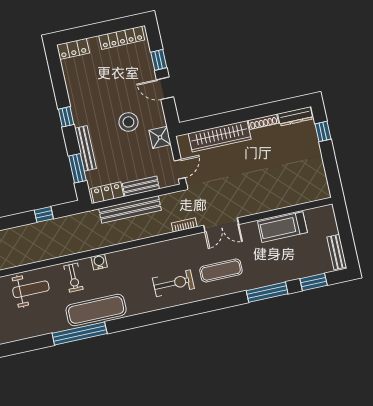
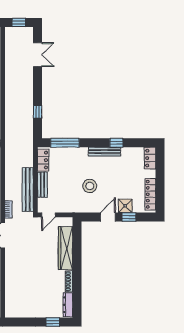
window: (66, 117) -> (116, 143), moved
shower: (160, 137) -> (125, 206), moved
bench: (86, 148) -> (104, 152), moved
window: (77, 168) -> (65, 143), width x1.44
door: (180, 169) -> (48, 215), hinge flipped
bench: (130, 209) -> (28, 190), moved

